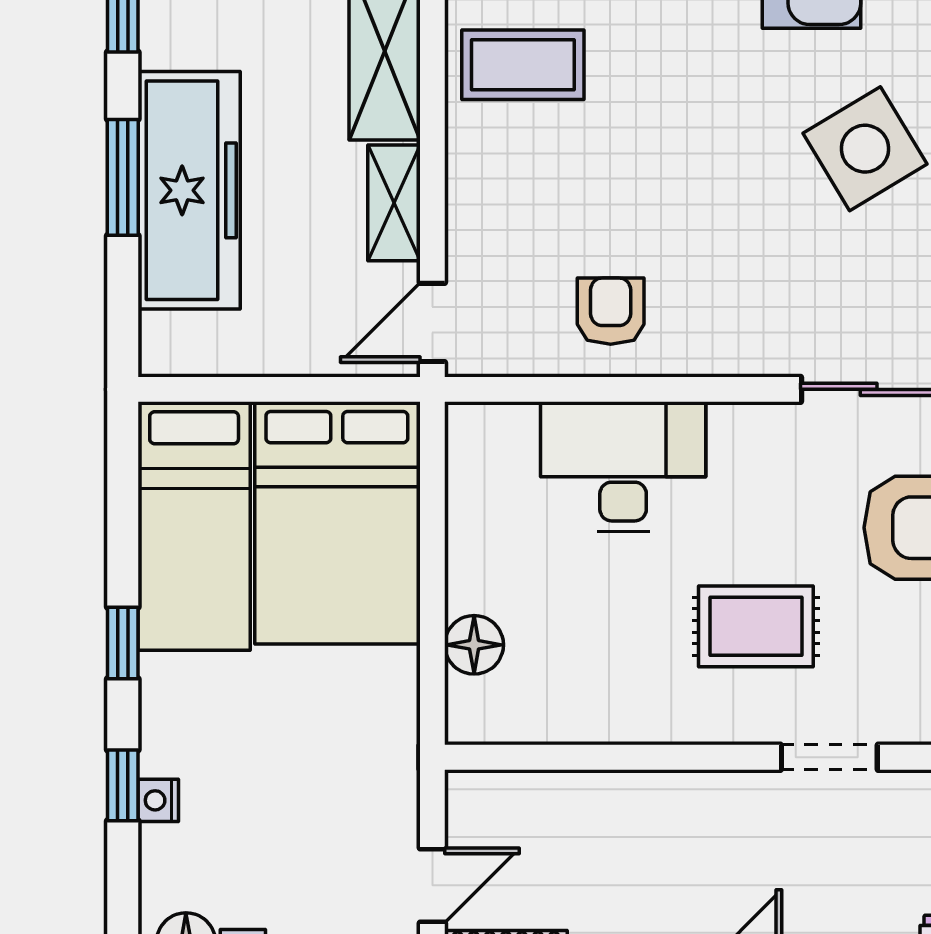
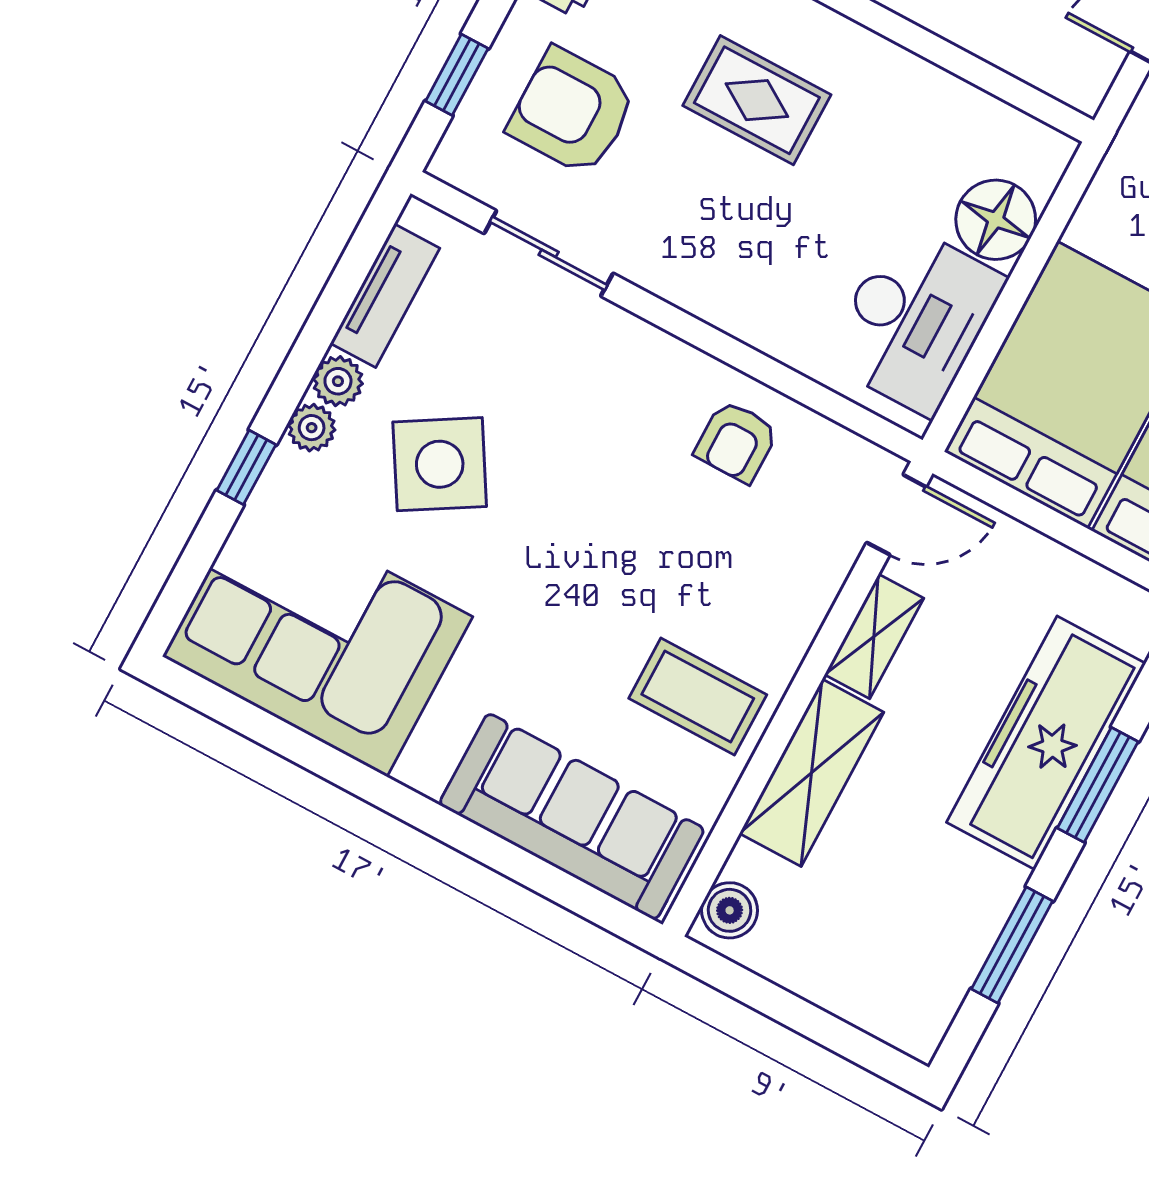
desk: (623, 467) -> (915, 319), moved, turned -90
floor lamp: (474, 645) -> (996, 220), width x1.38, depth x1.38

